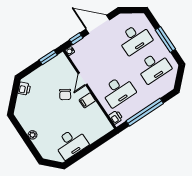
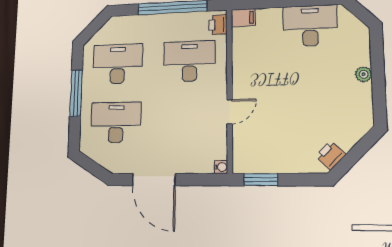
window: (76, 39) -> (199, 180), removed
chair: (65, 94) -> (271, 105), removed
filing cabinet: (87, 100) -> (243, 18), moved

